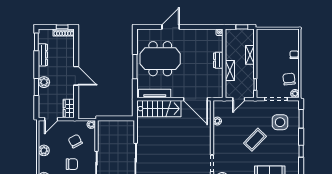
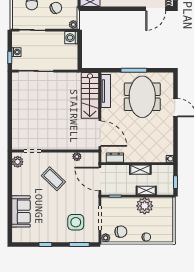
plant: (264, 56) -> (145, 206), added
dresser: (218, 60) -> (115, 158), moved
shelving: (230, 71) -> (140, 170), moved
door: (76, 76) -> (156, 9), moved
door: (195, 99) -> (100, 134), swing flipped
door: (239, 99) -> (100, 179), width x1.88
washing machine: (104, 126) -> (71, 38), added
coffee table: (255, 140) -> (53, 179), moved

